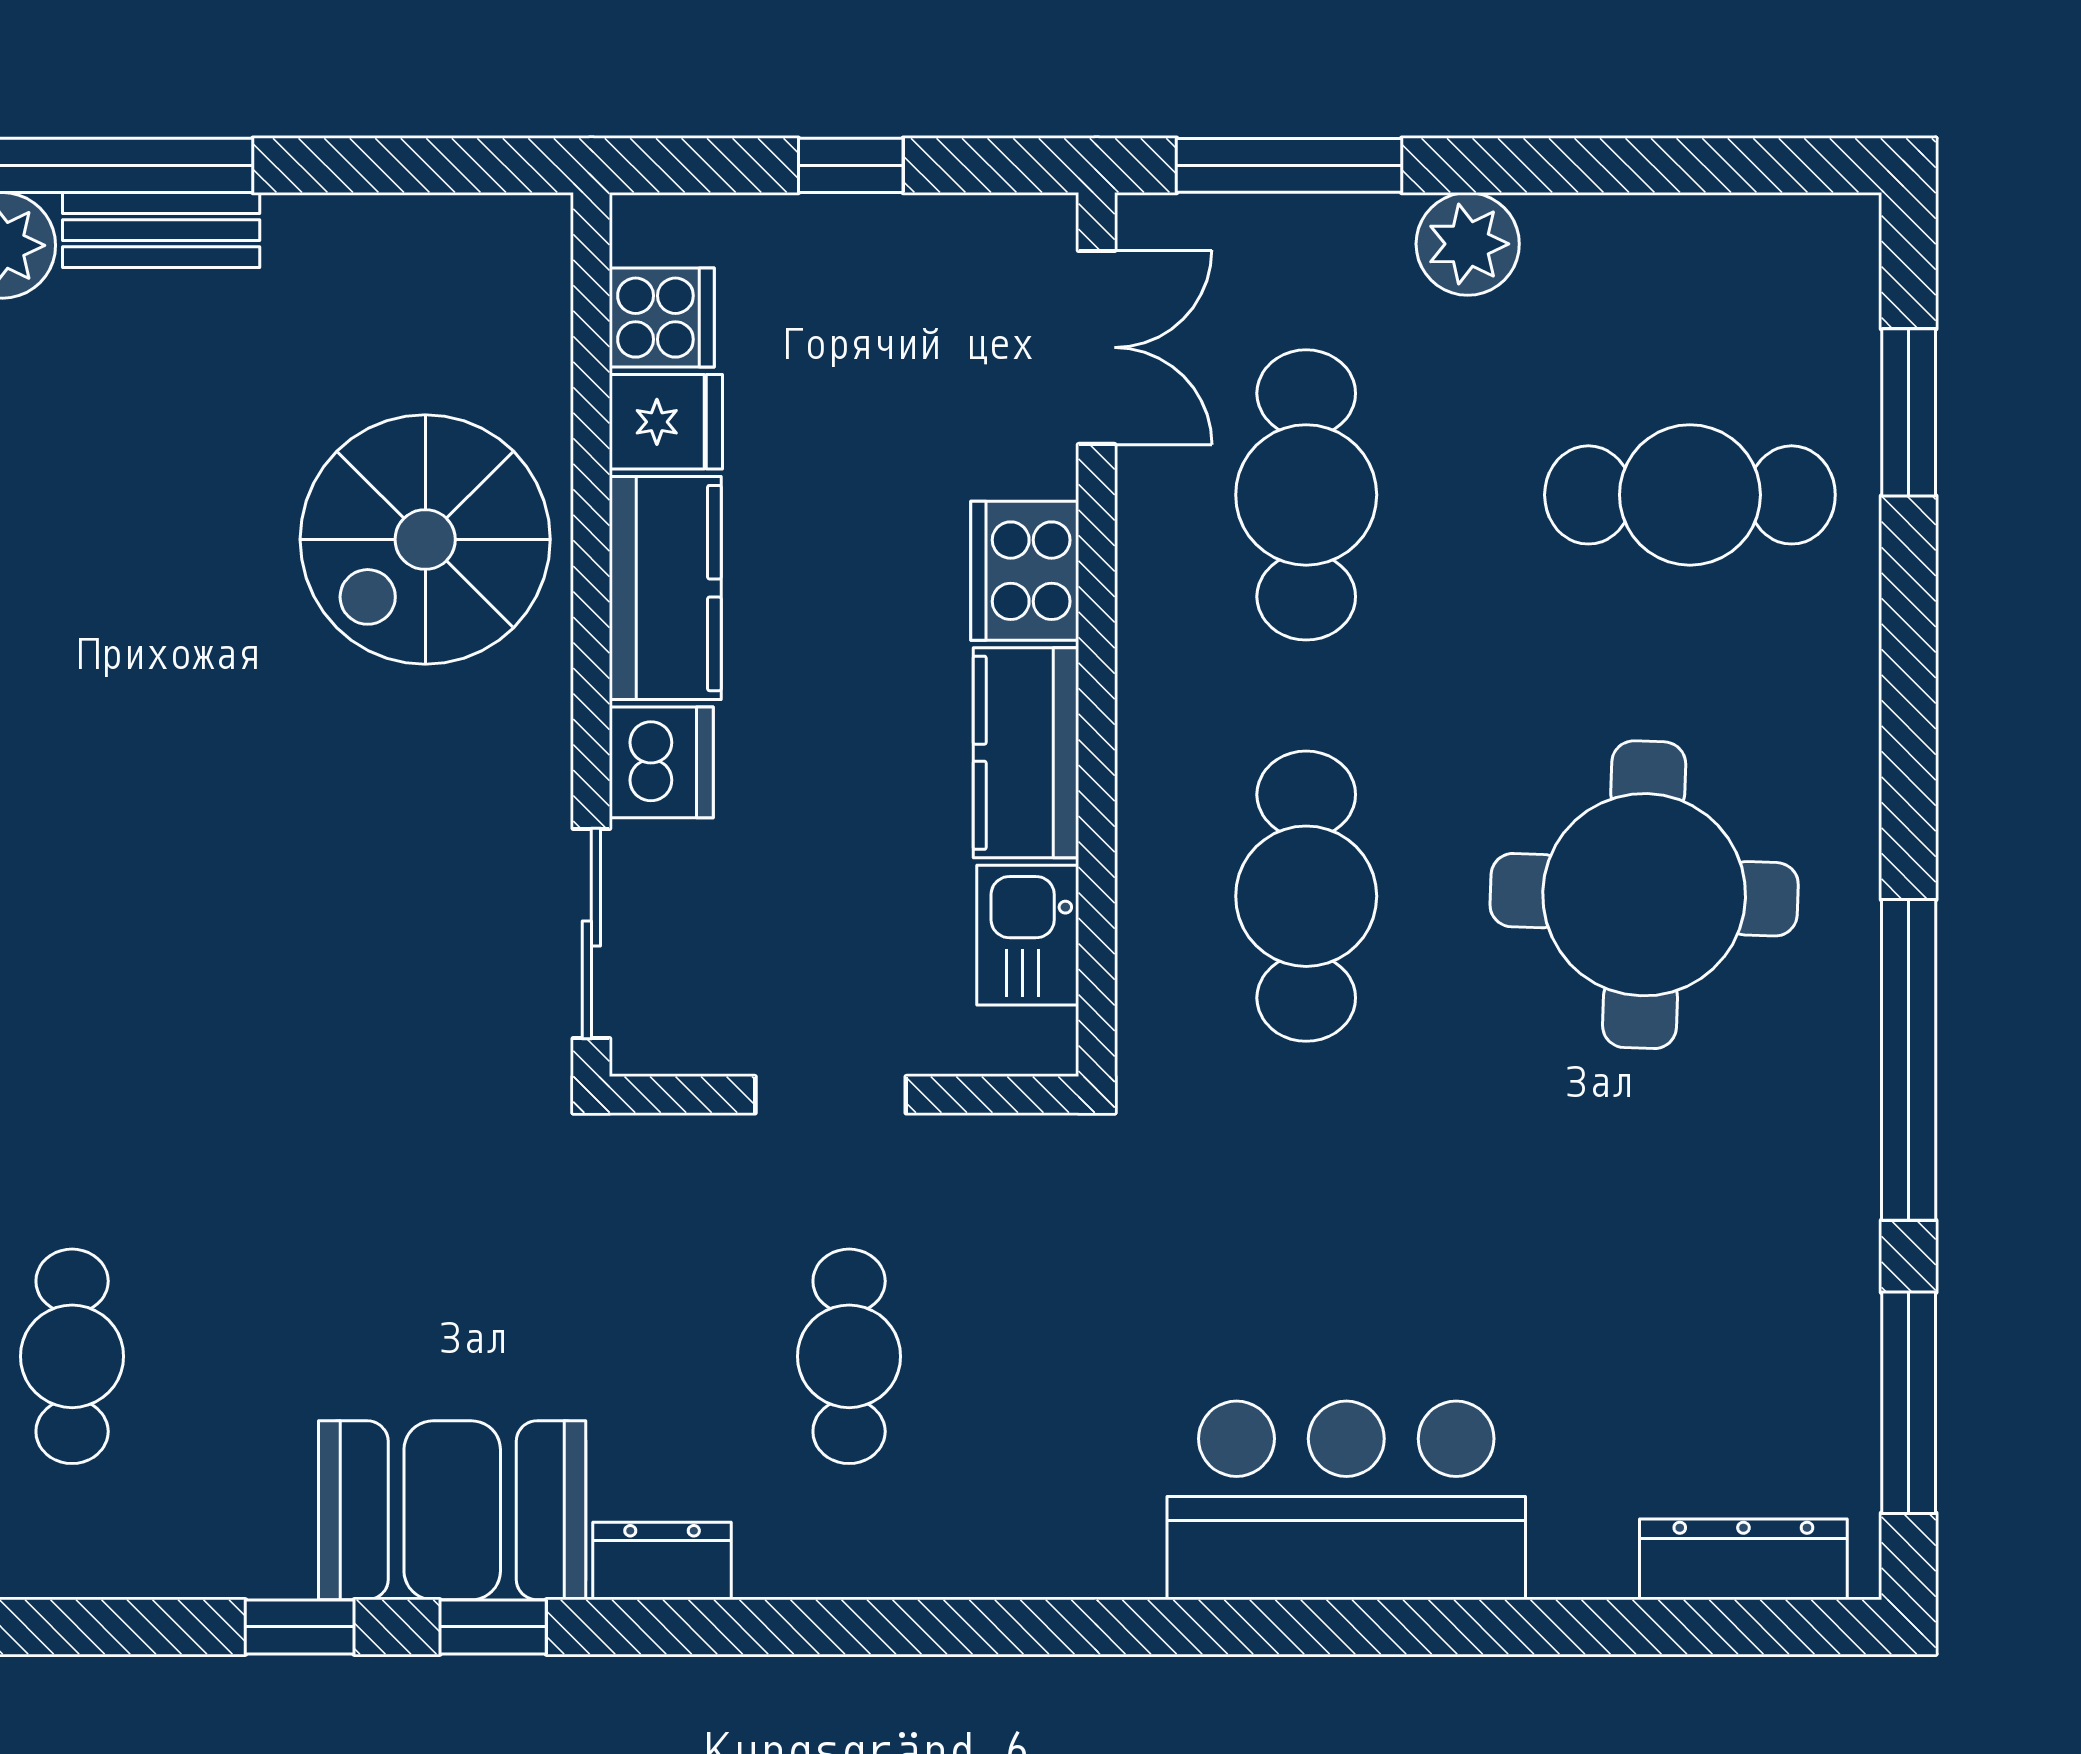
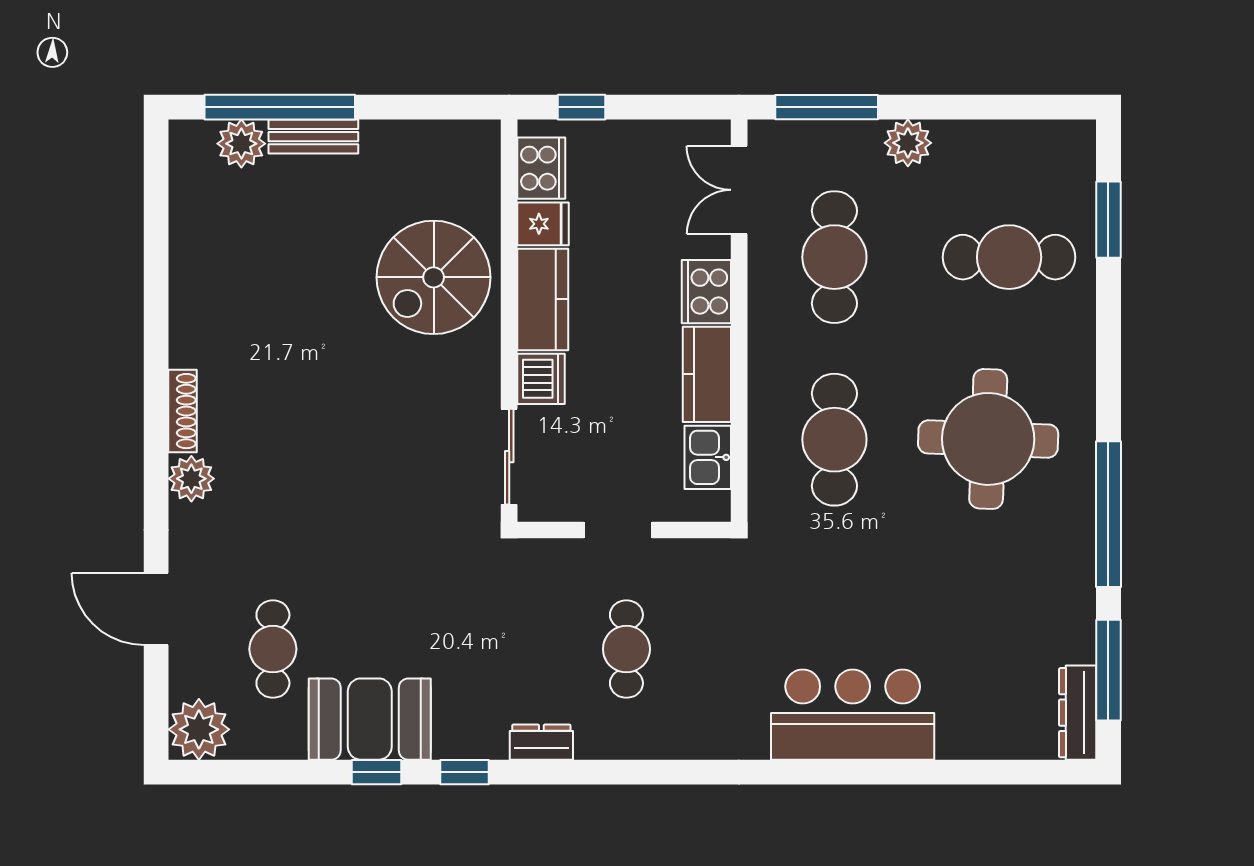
window: (851, 165) -> (581, 107), moved
cooker: (662, 318) -> (541, 168), width x1.36
double door: (1097, 347) -> (739, 190), swing flipped
booth: (452, 1510) -> (370, 719), moved
dresser: (1743, 1559) -> (1078, 713), moved, turned -90

